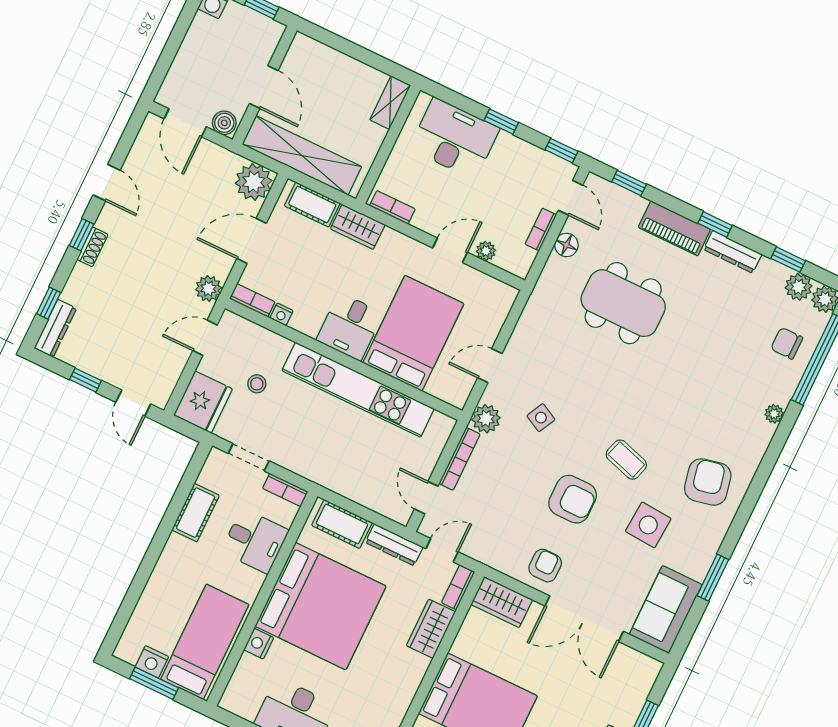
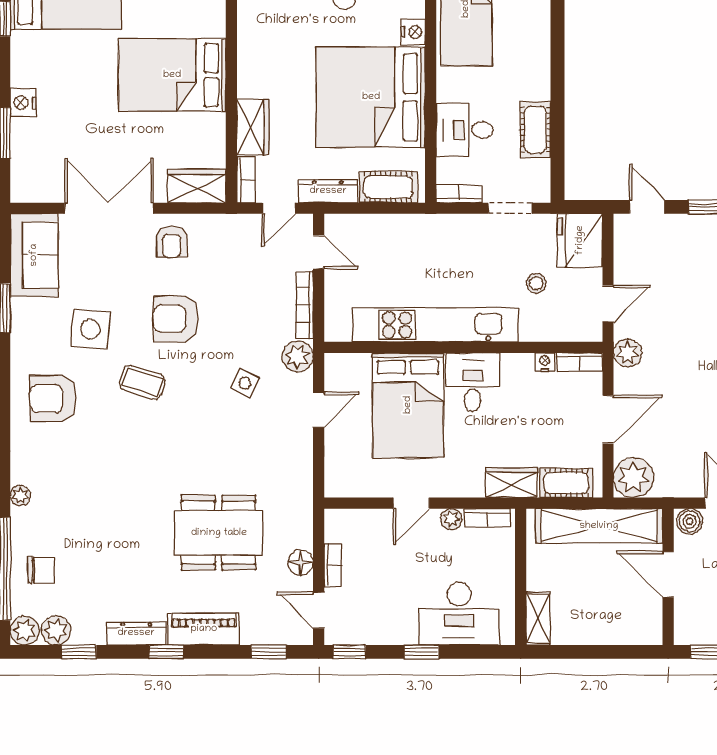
plant: (486, 251) -> (451, 519), moved
armchair: (708, 482) -> (53, 399), turned 102

